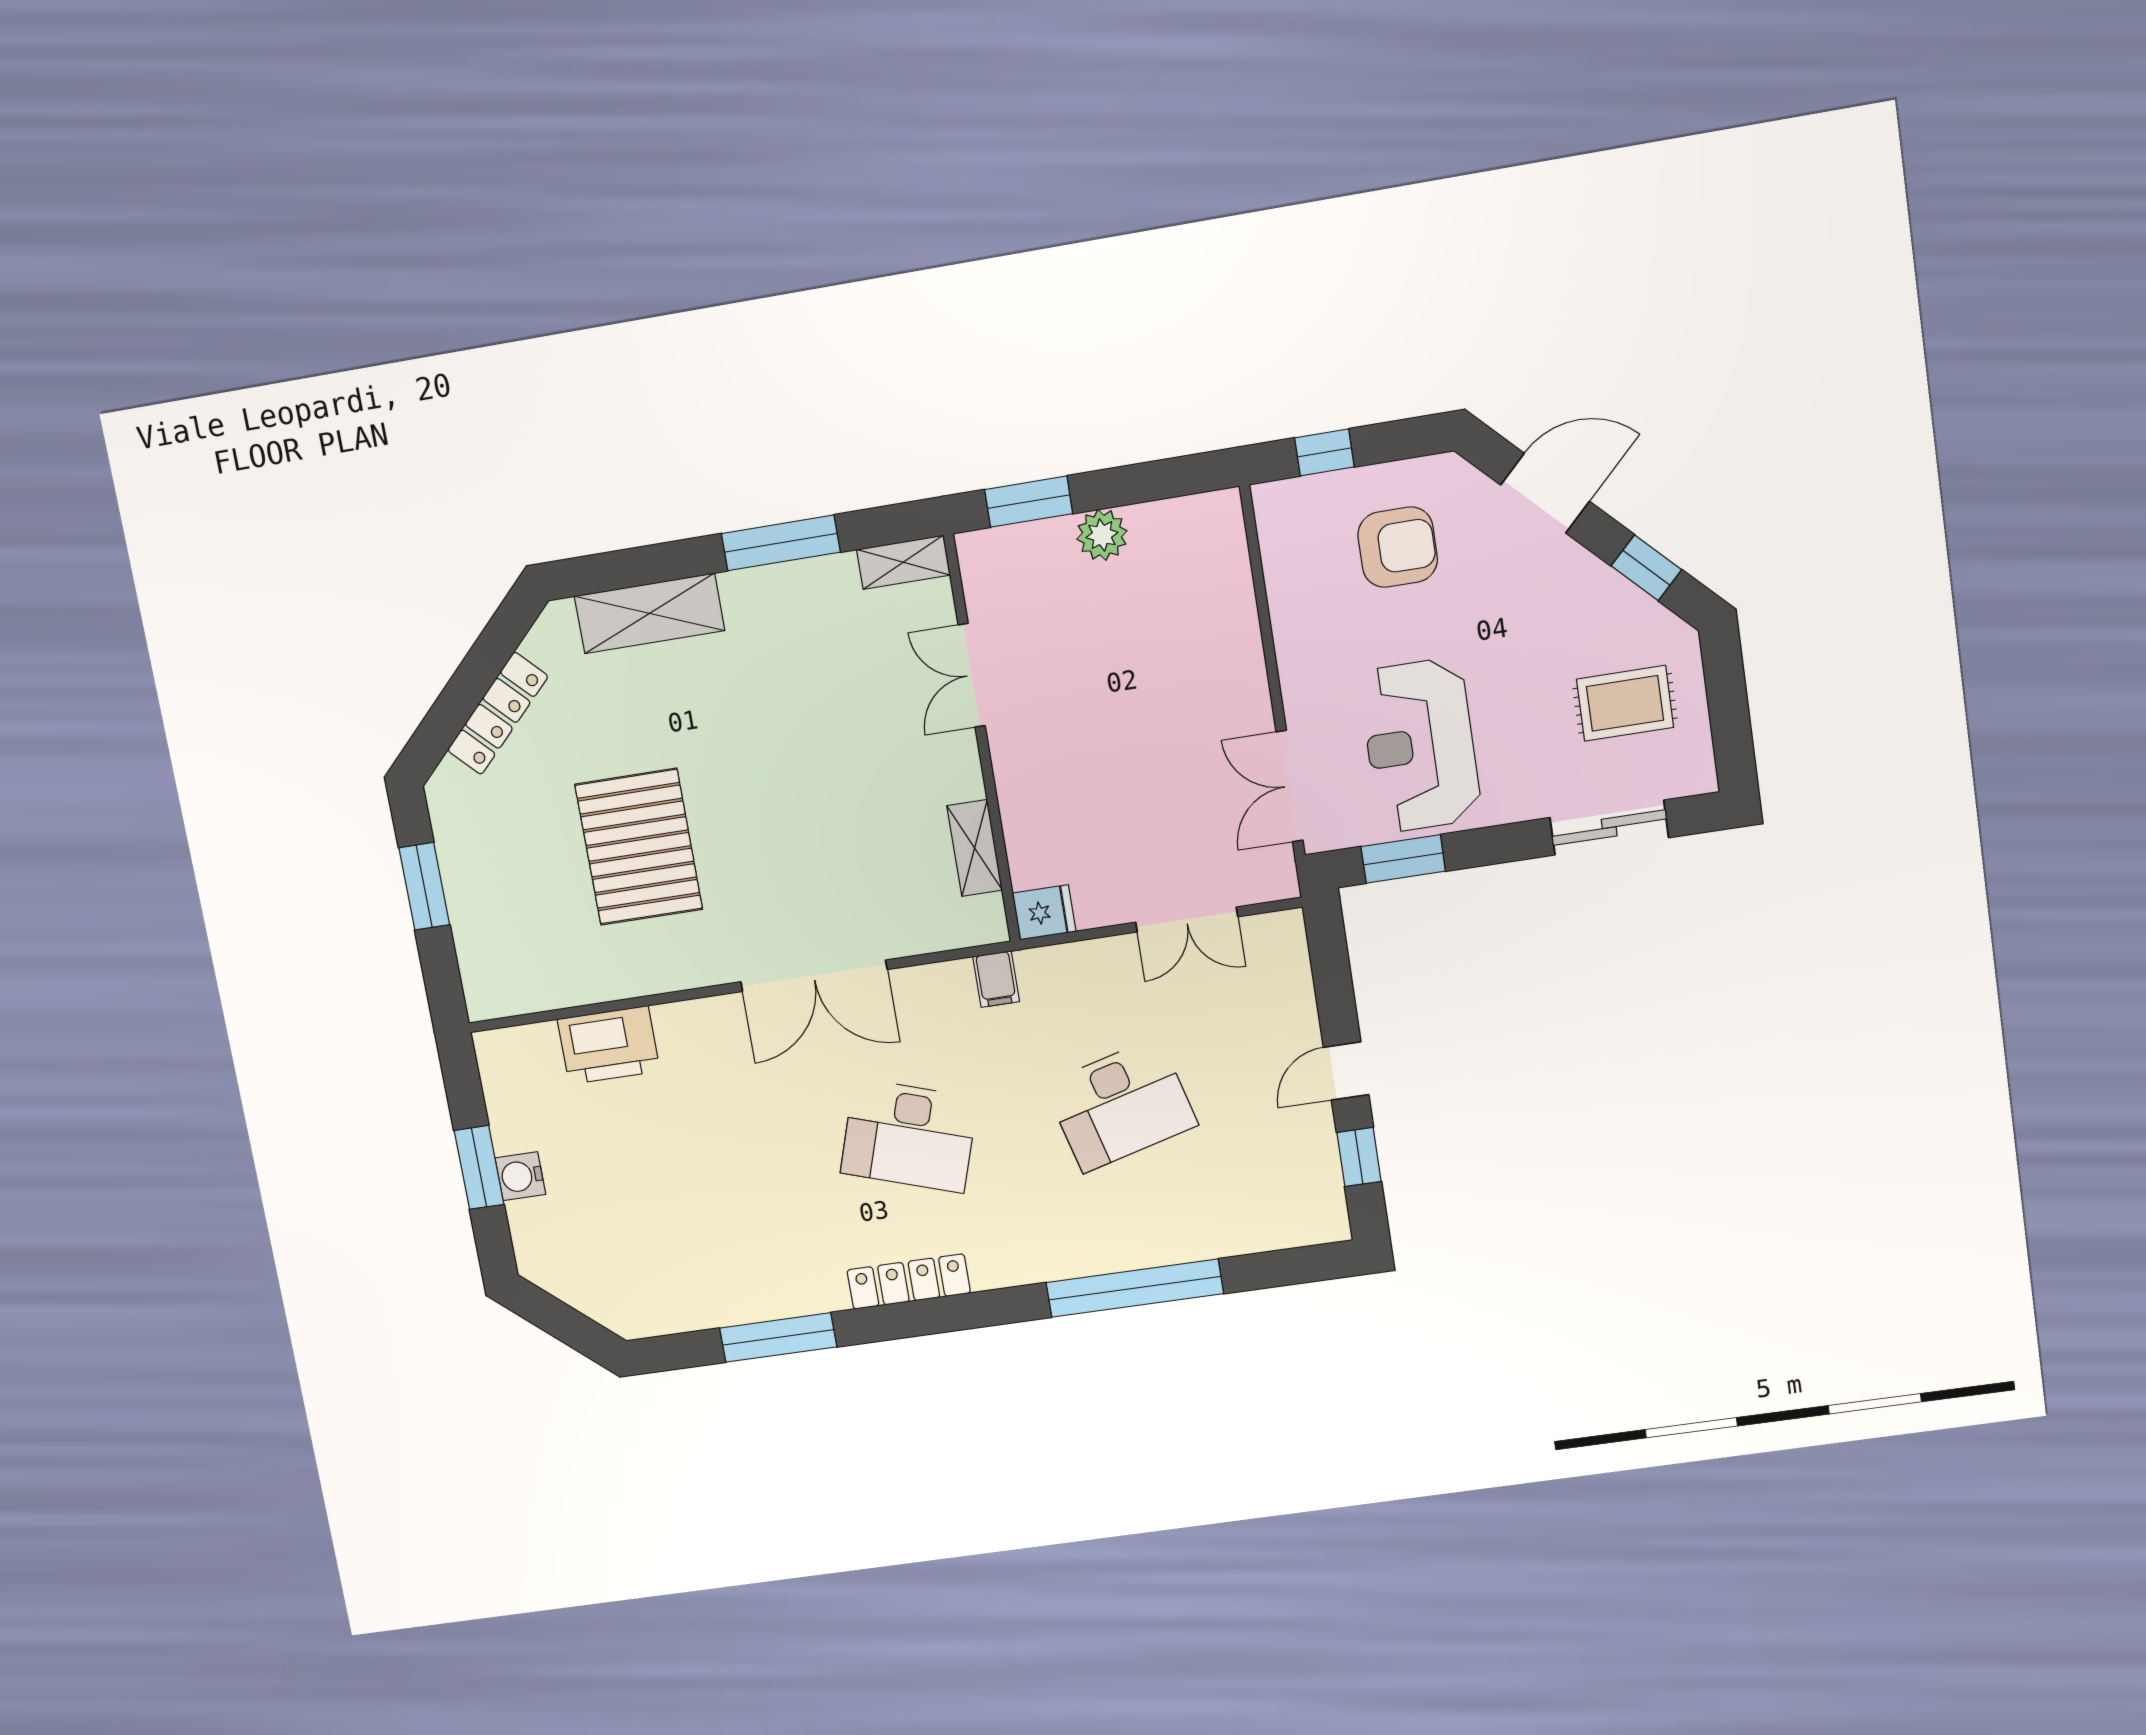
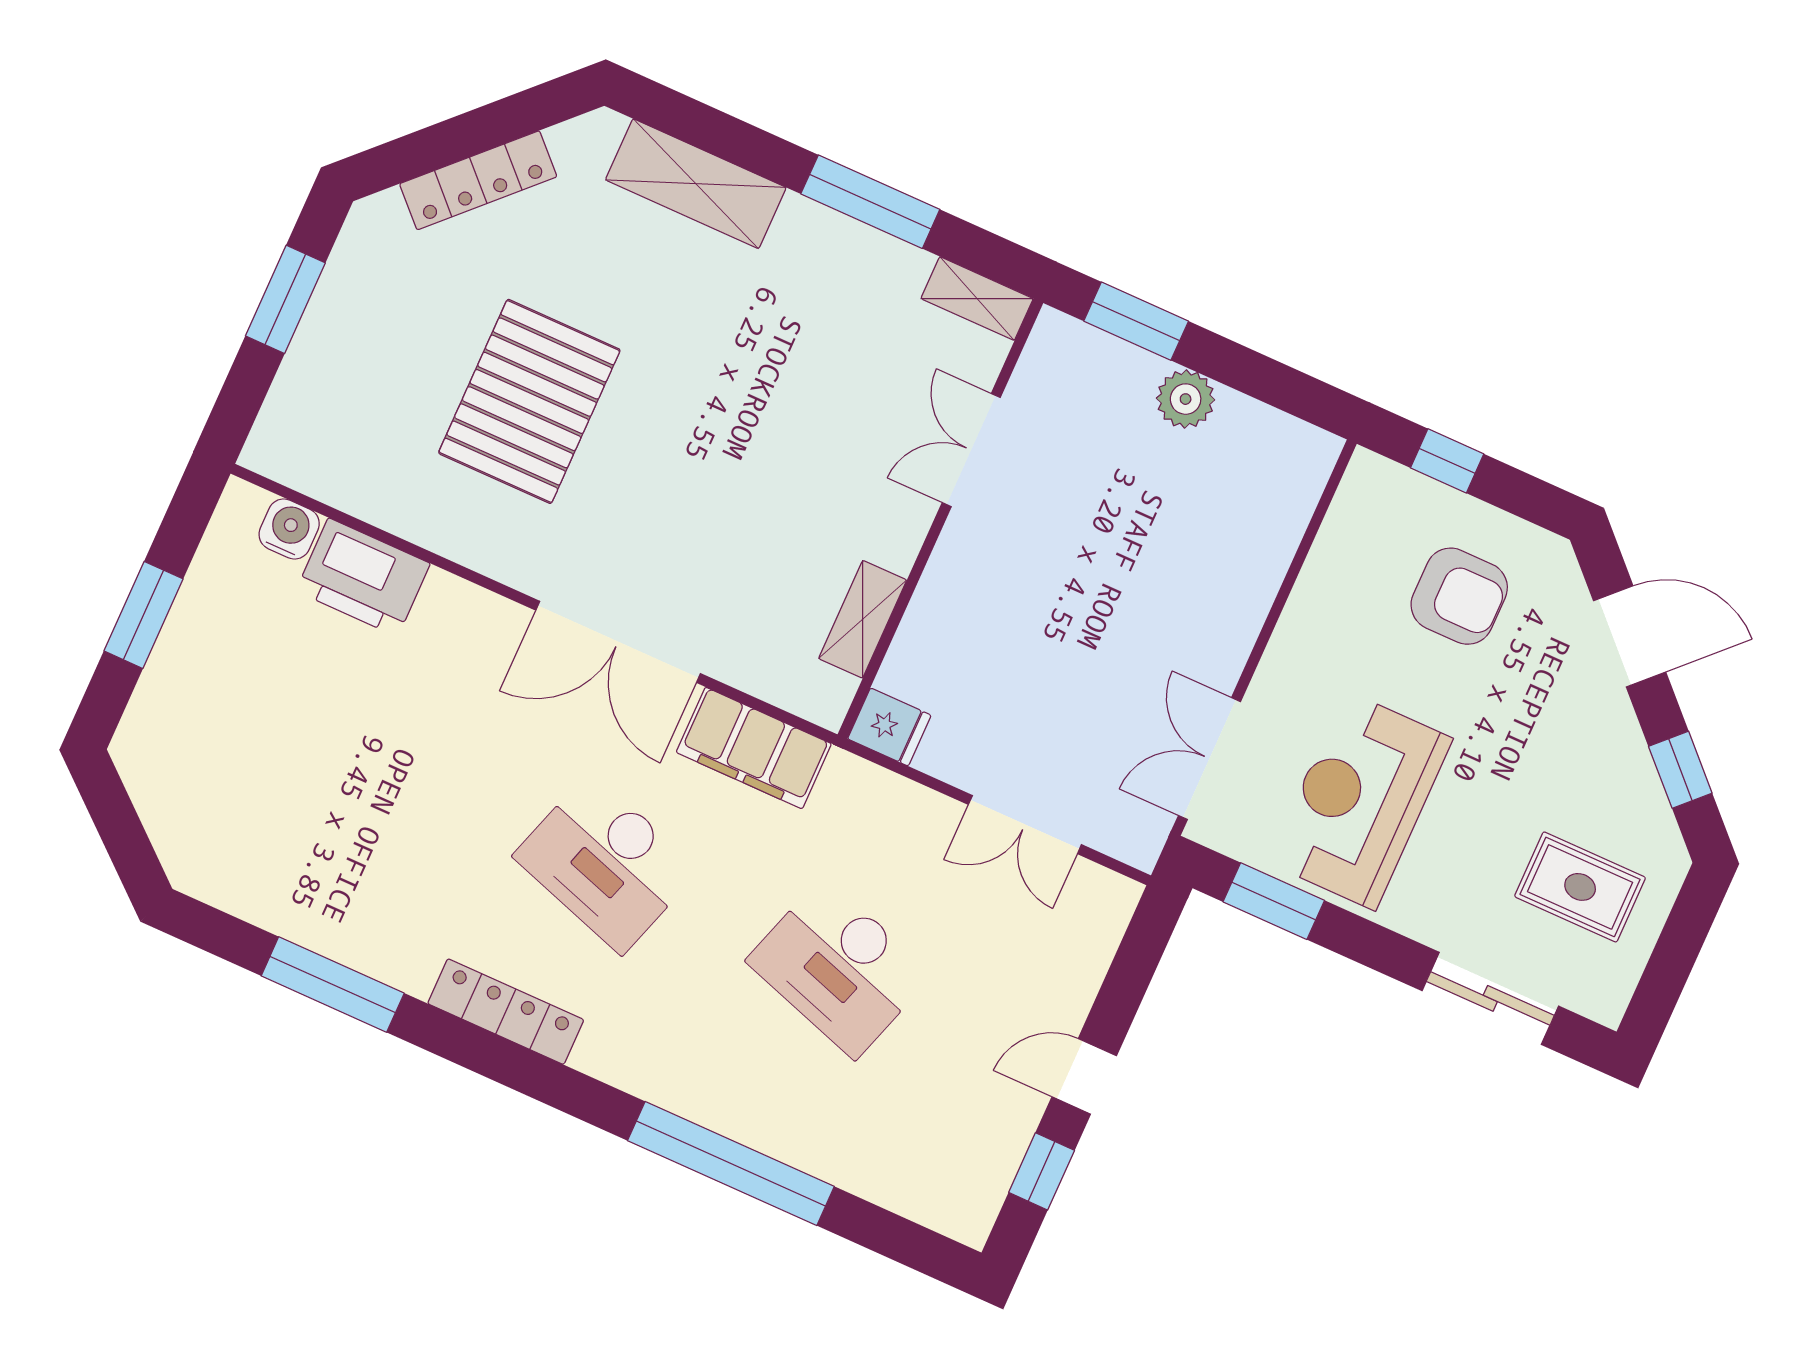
filing cabinet: (996, 979) -> (754, 748), width x3.00, depth x1.17
desk: (1121, 1105) -> (839, 968), turned 33
water cooler: (520, 1176) -> (289, 529), moved, turned 90

